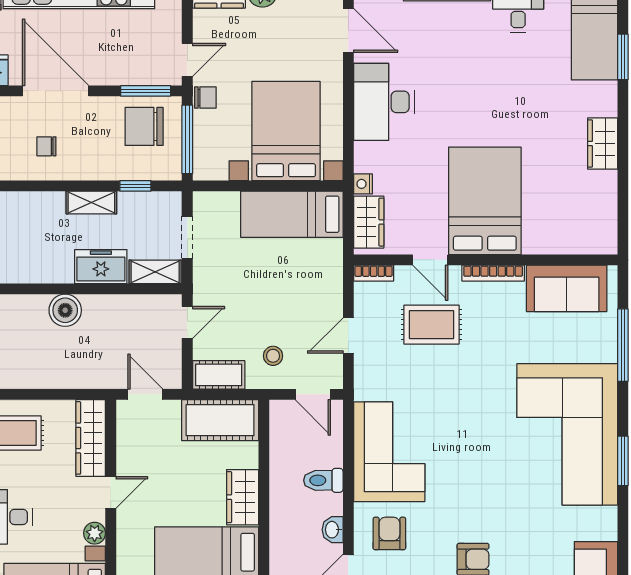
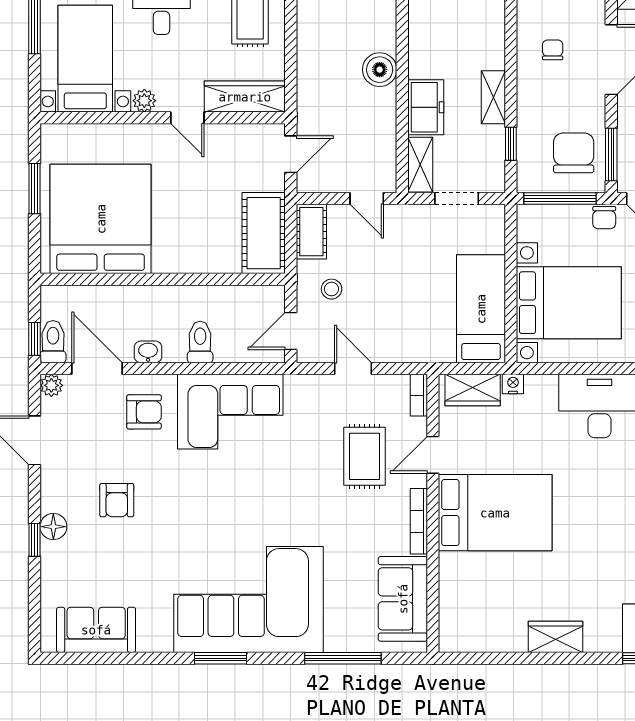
wardrobe: (243, 497) -> (182, 257), removed

